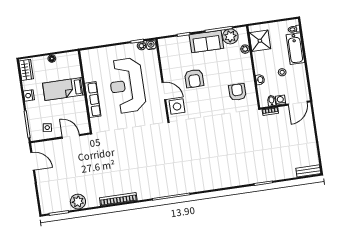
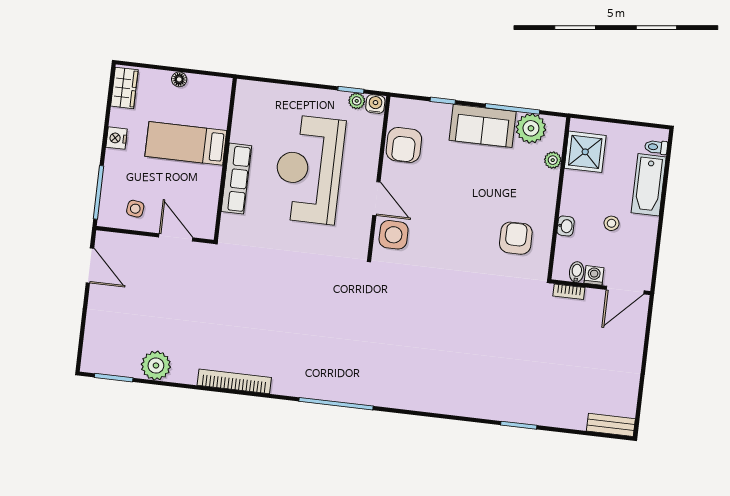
armchair: (194, 79) -> (404, 145), moved

